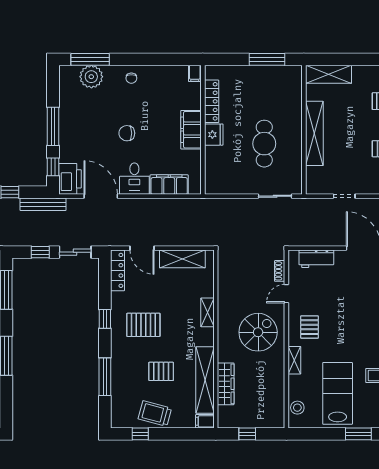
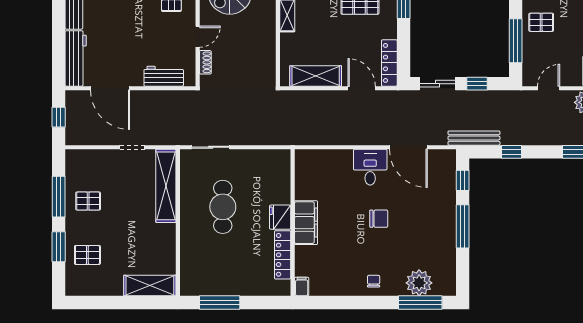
shelving: (314, 133) -> (166, 186), moved
printer: (70, 179) -> (443, 167), removed
filing cabinet: (169, 185) -> (331, 160), removed

